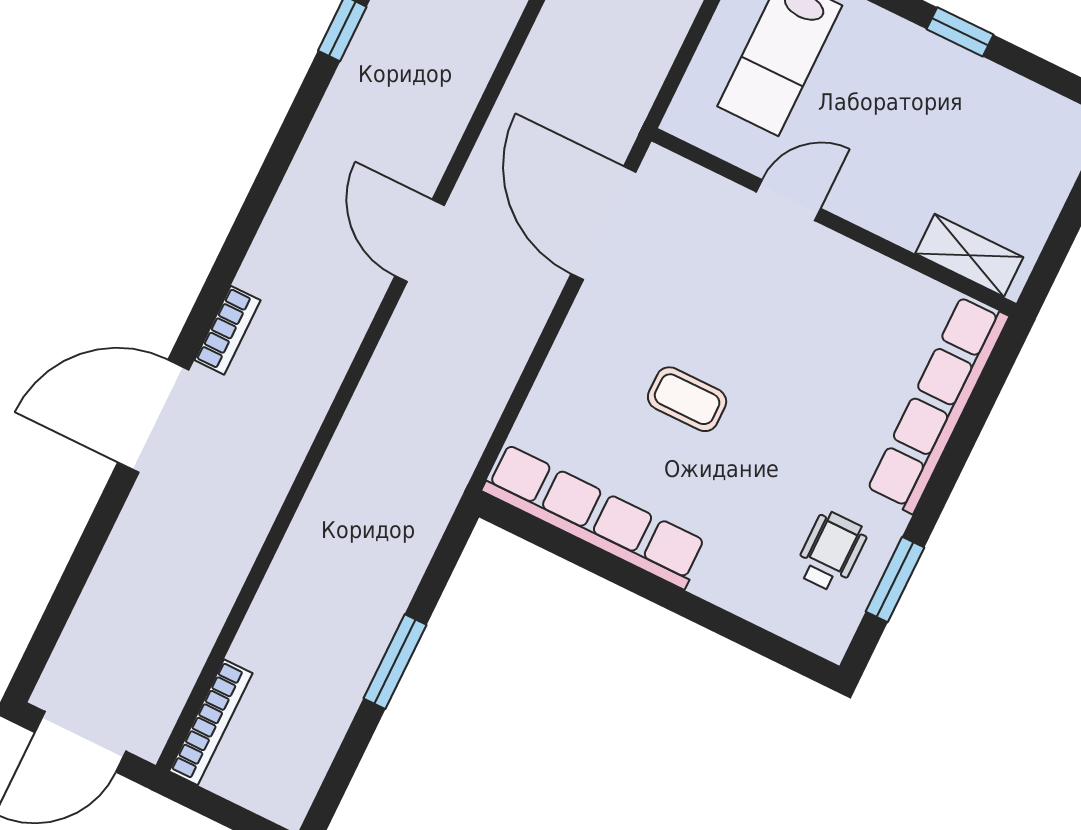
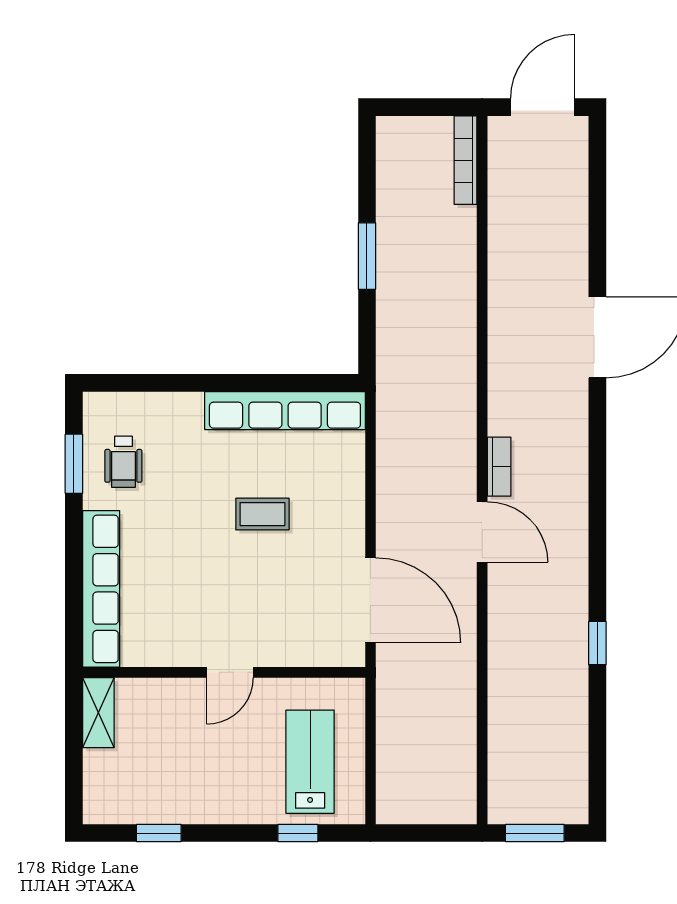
window: (960, 32) -> (159, 833), moved
door: (788, 200) -> (230, 672), moved
shelving: (969, 255) -> (98, 713), moved, turned 90
bookcase: (227, 330) -> (499, 467), moved, turned 180

